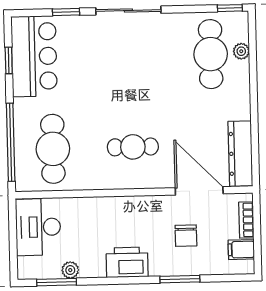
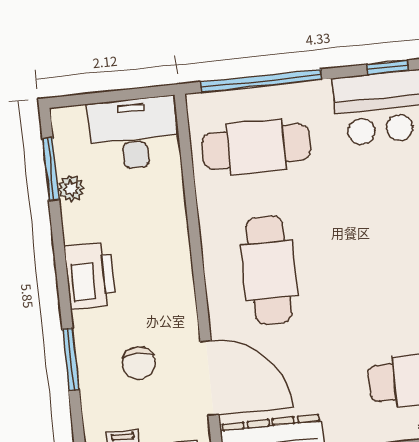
cafe table: (133, 147) -> (269, 270), width x1.37, depth x1.35
door: (199, 191) -> (210, 378), hinge flipped
chair: (186, 236) -> (139, 363), turned -90

